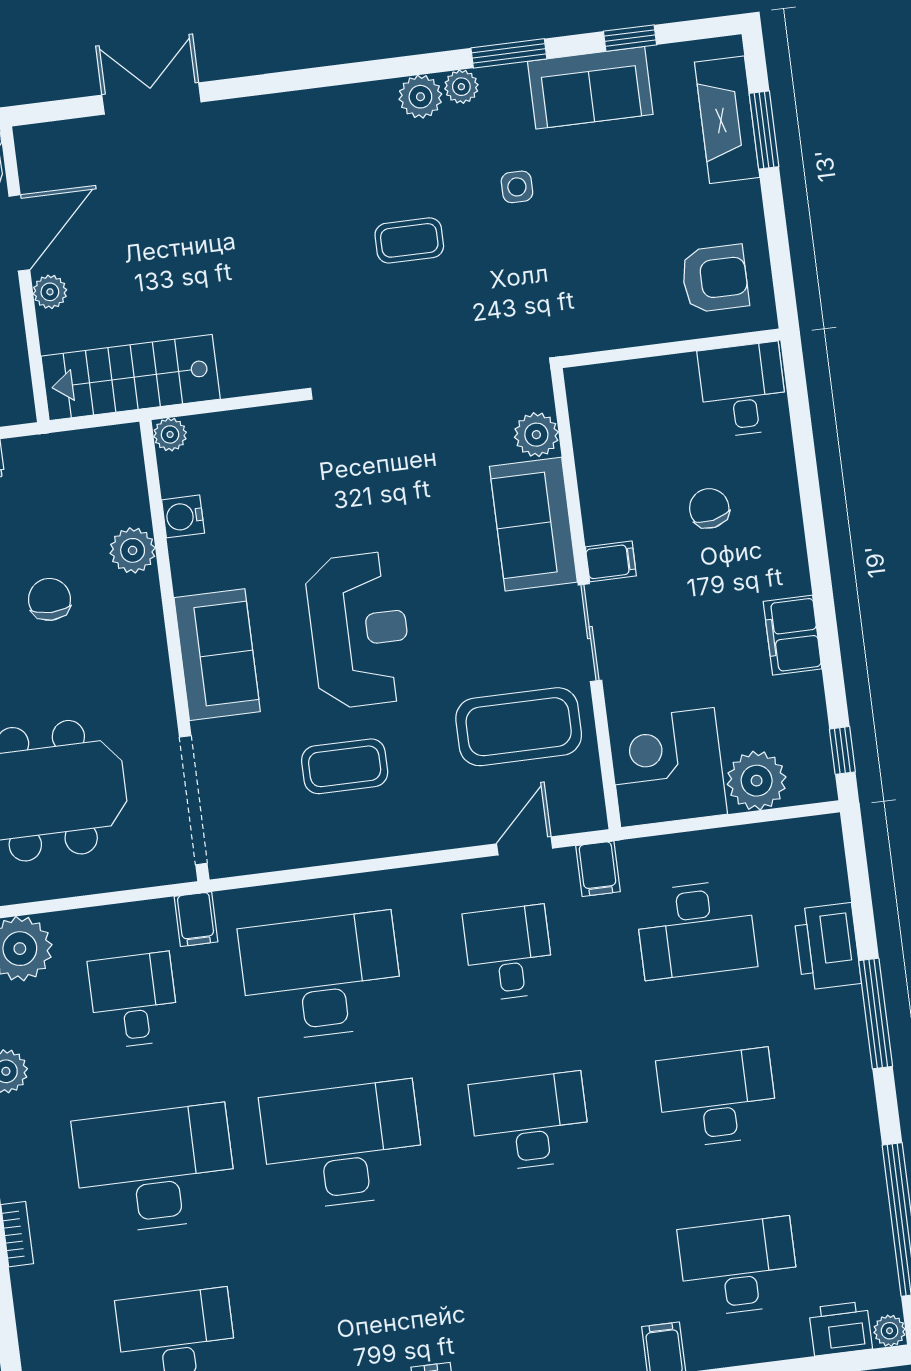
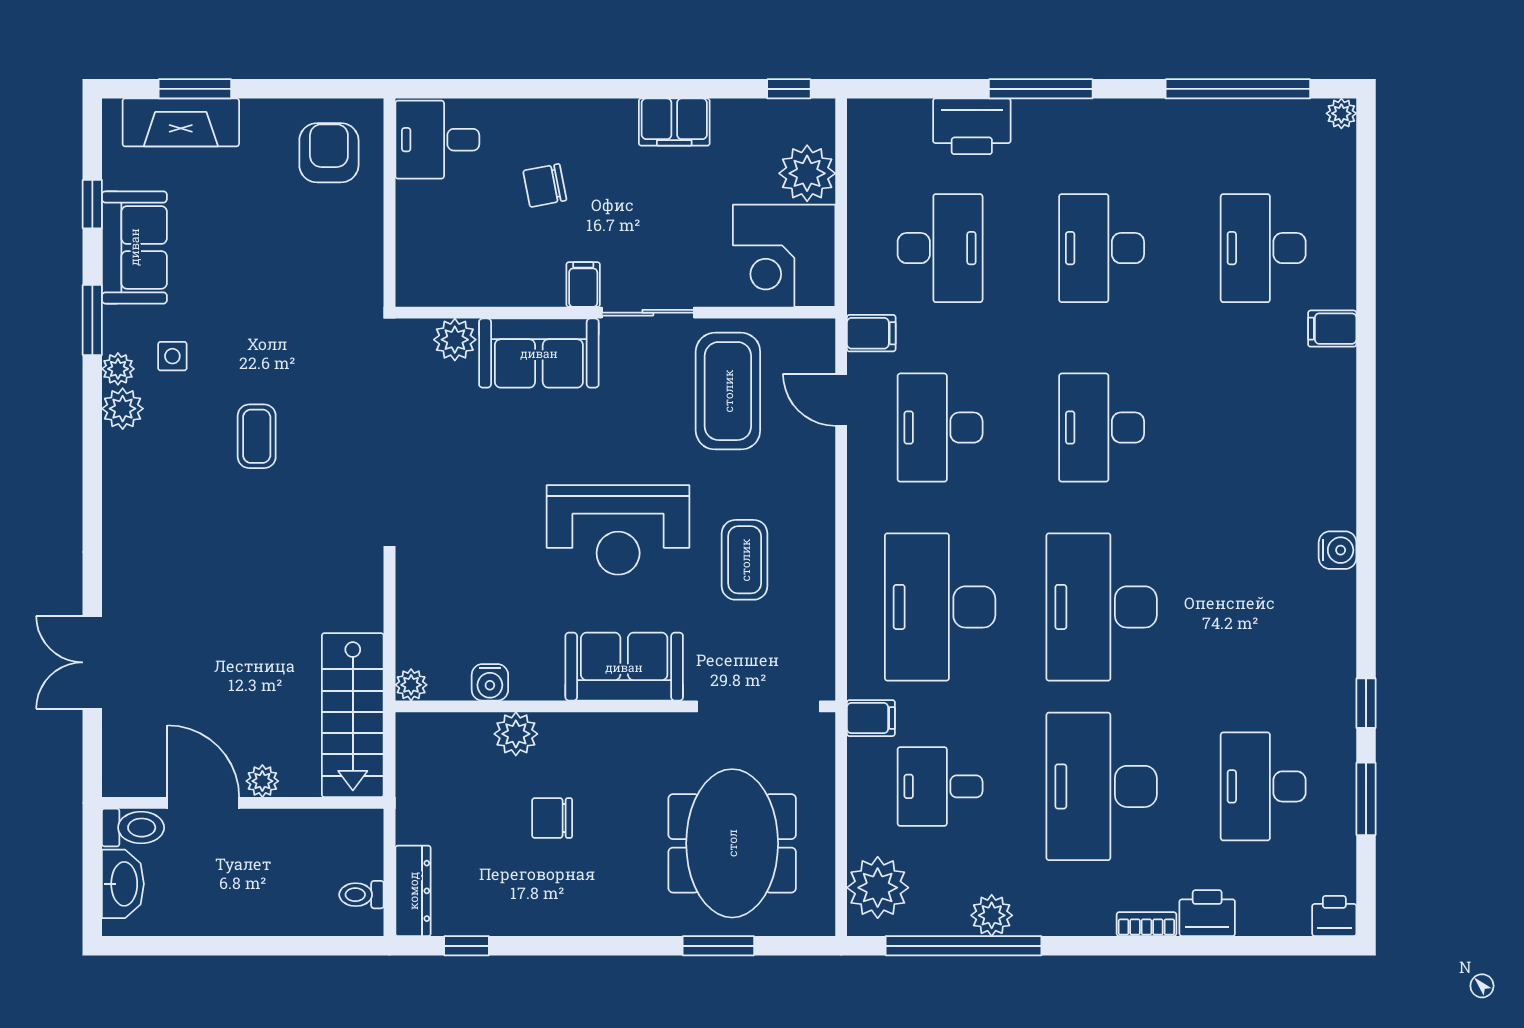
side table: (517, 187) -> (172, 356), moved
reception desk: (359, 630) -> (618, 530), turned 180
desk: (509, 953) -> (940, 428), width x1.37
printer: (841, 1329) -> (1207, 913), moved, turned 90

